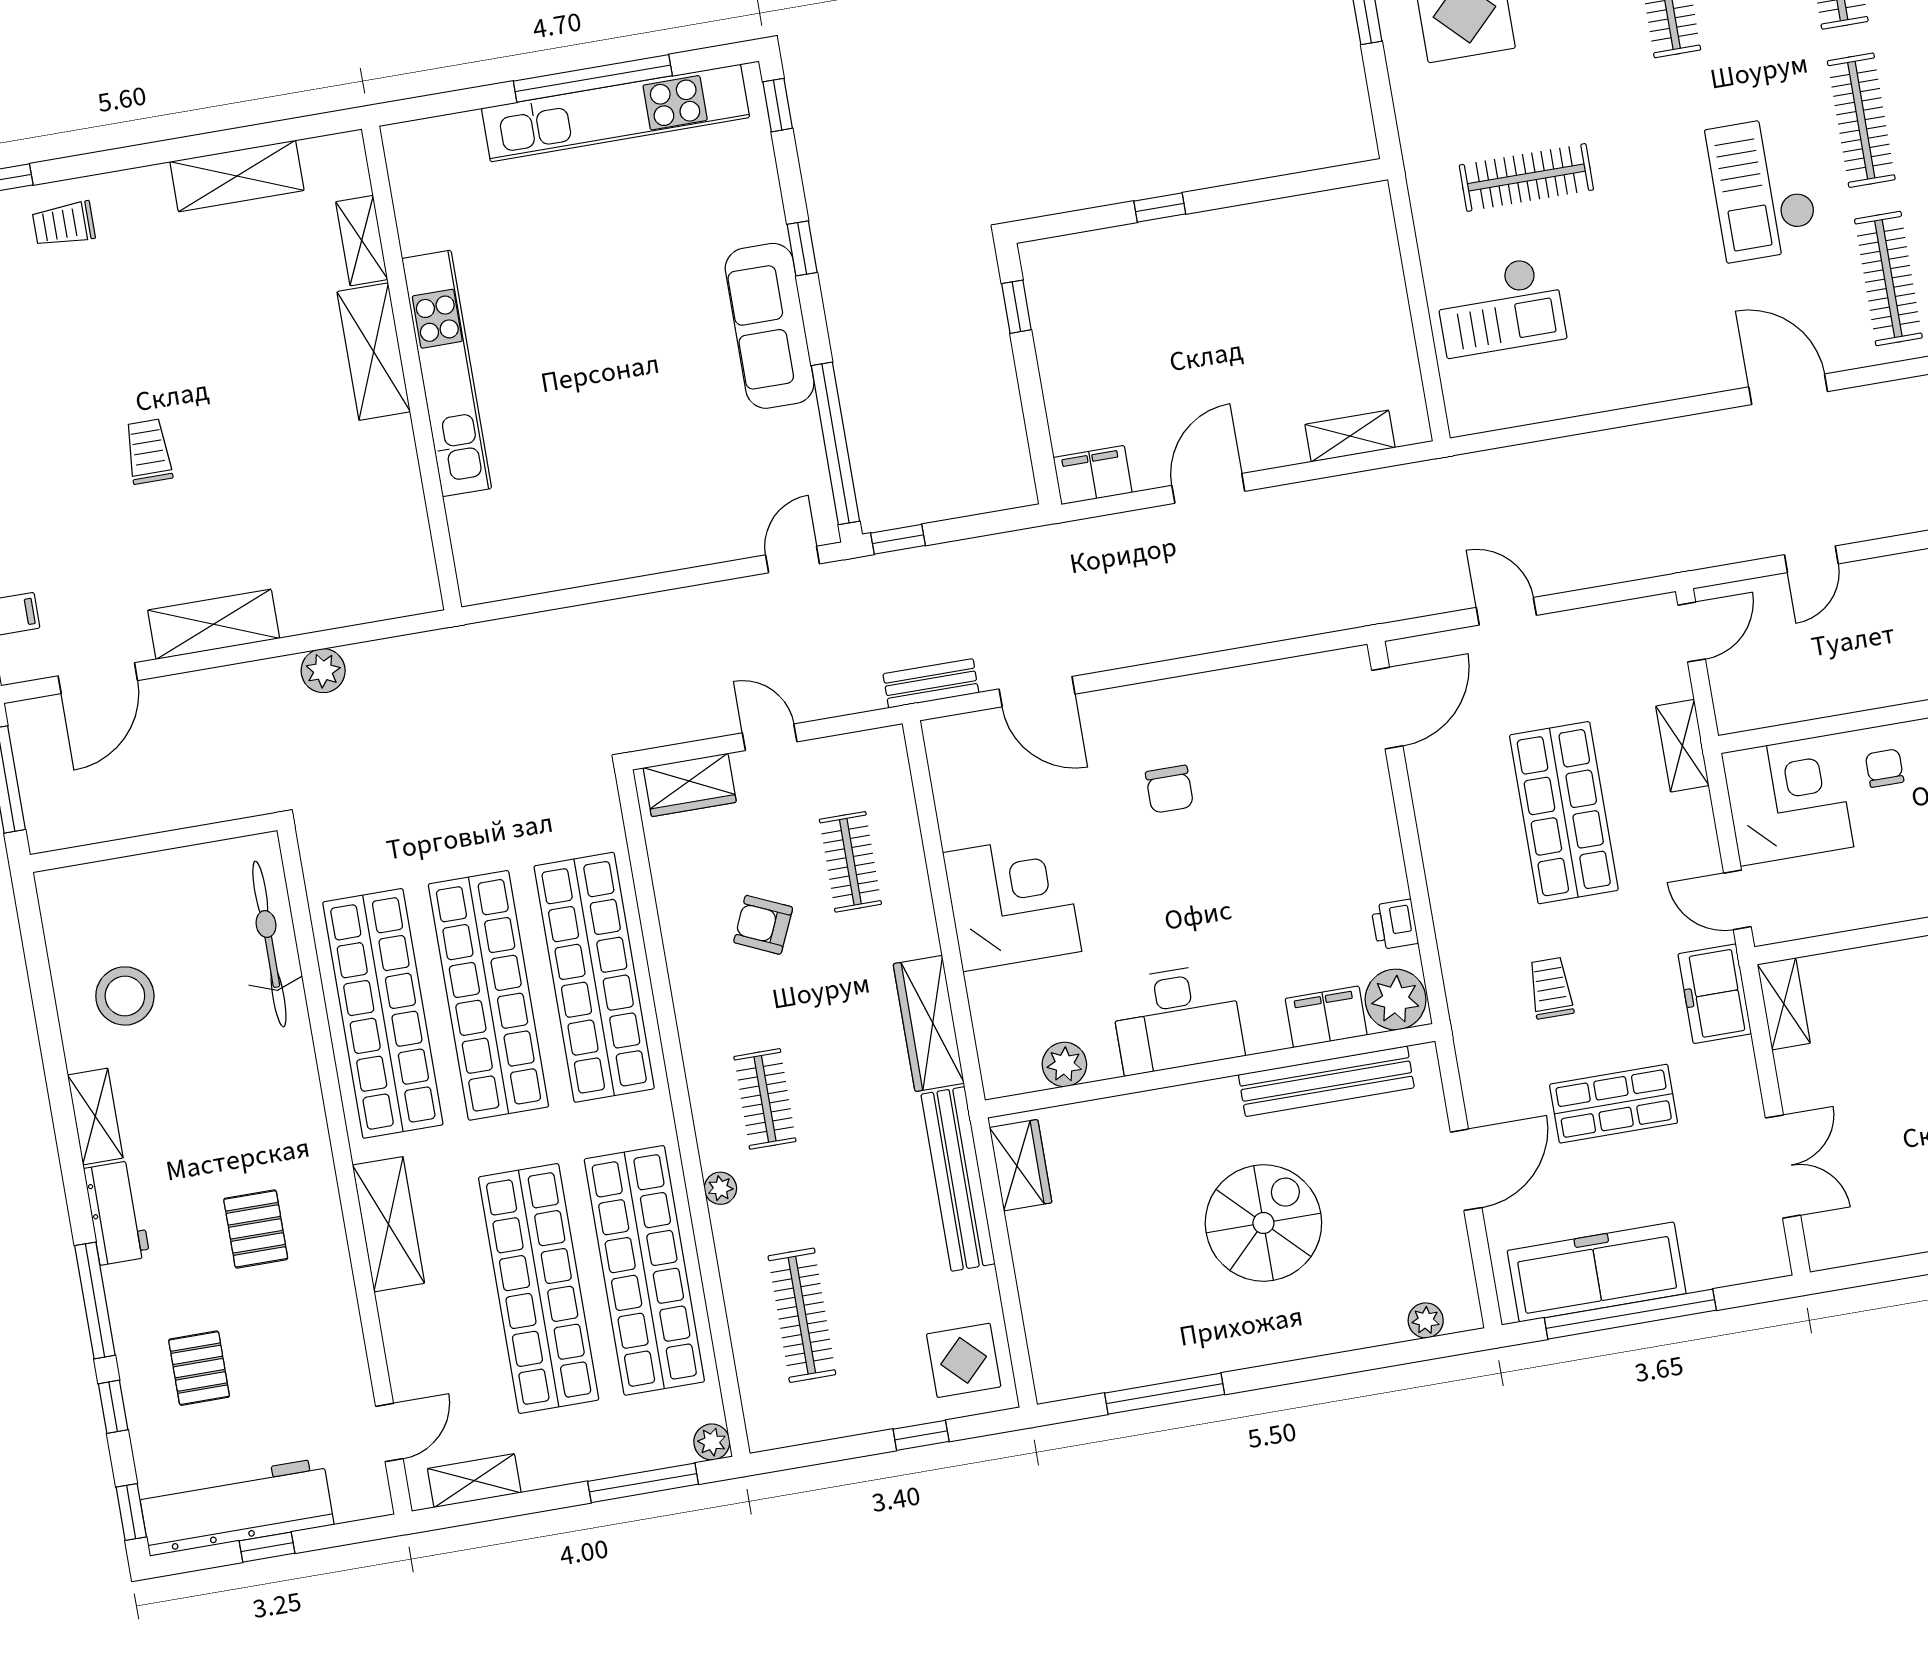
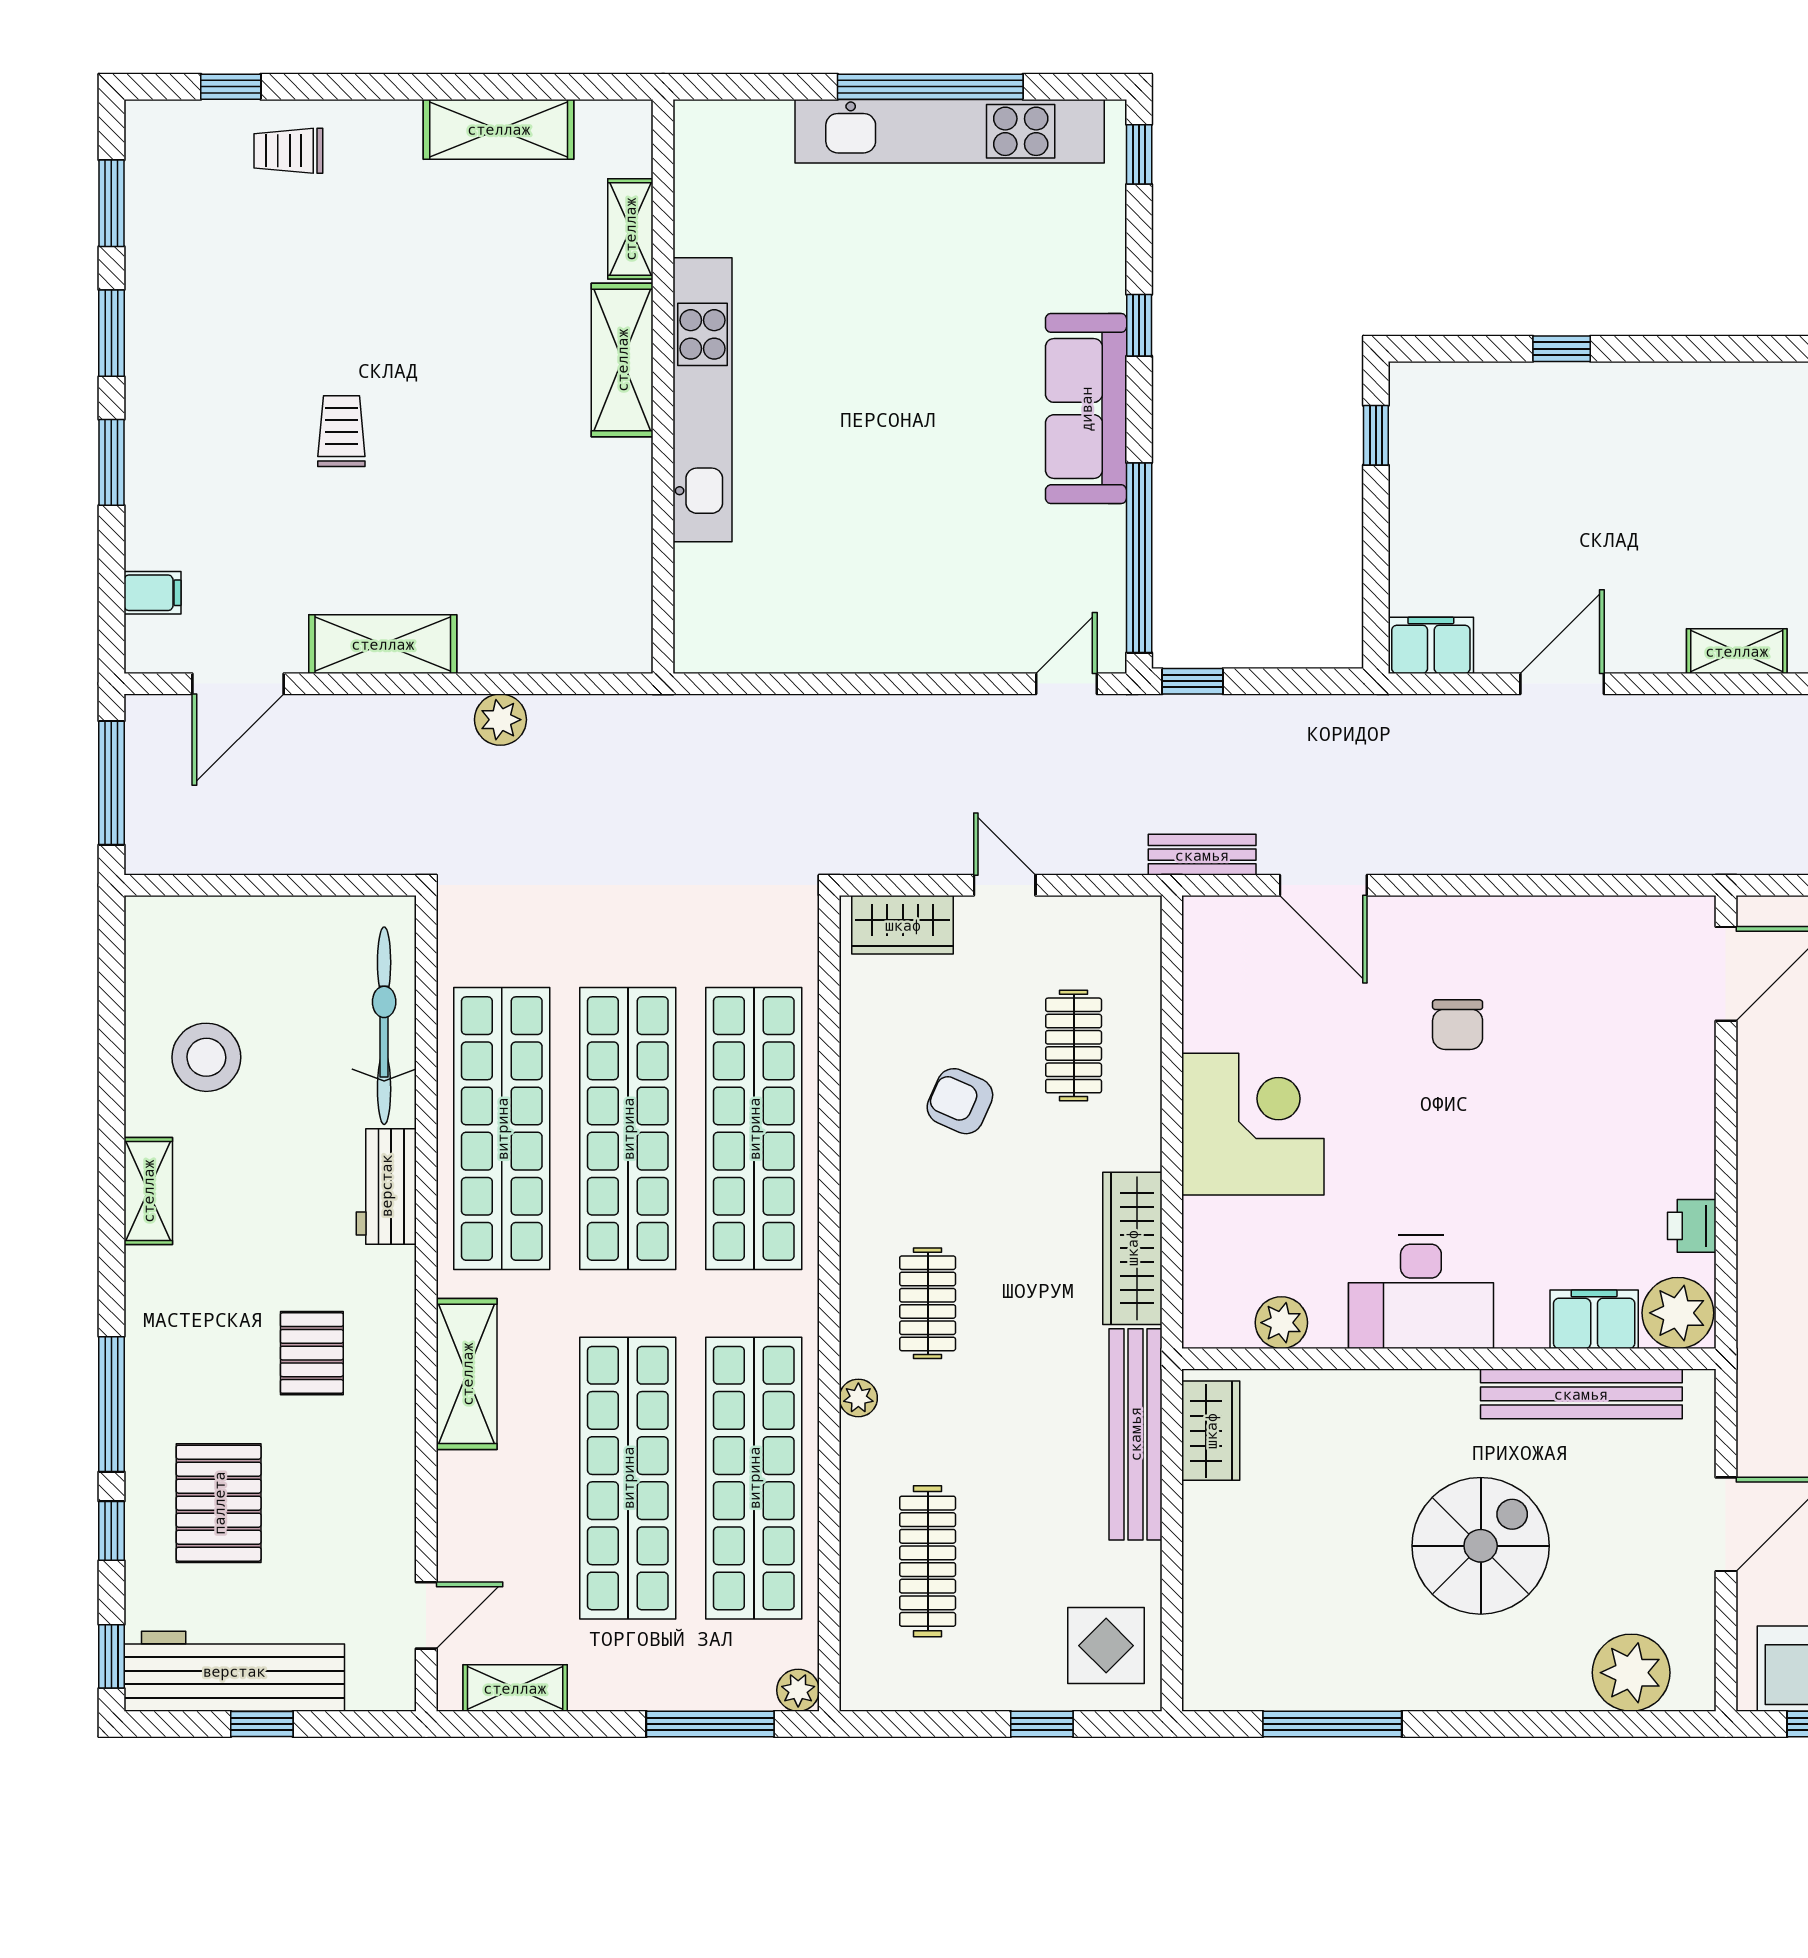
workbench: (117, 1213) -> (386, 1186), moved, turned 180
plant: (1426, 1320) -> (1631, 1673), width x1.87, depth x1.87
pallet: (199, 1368) -> (219, 1503), width x1.50, depth x1.42

